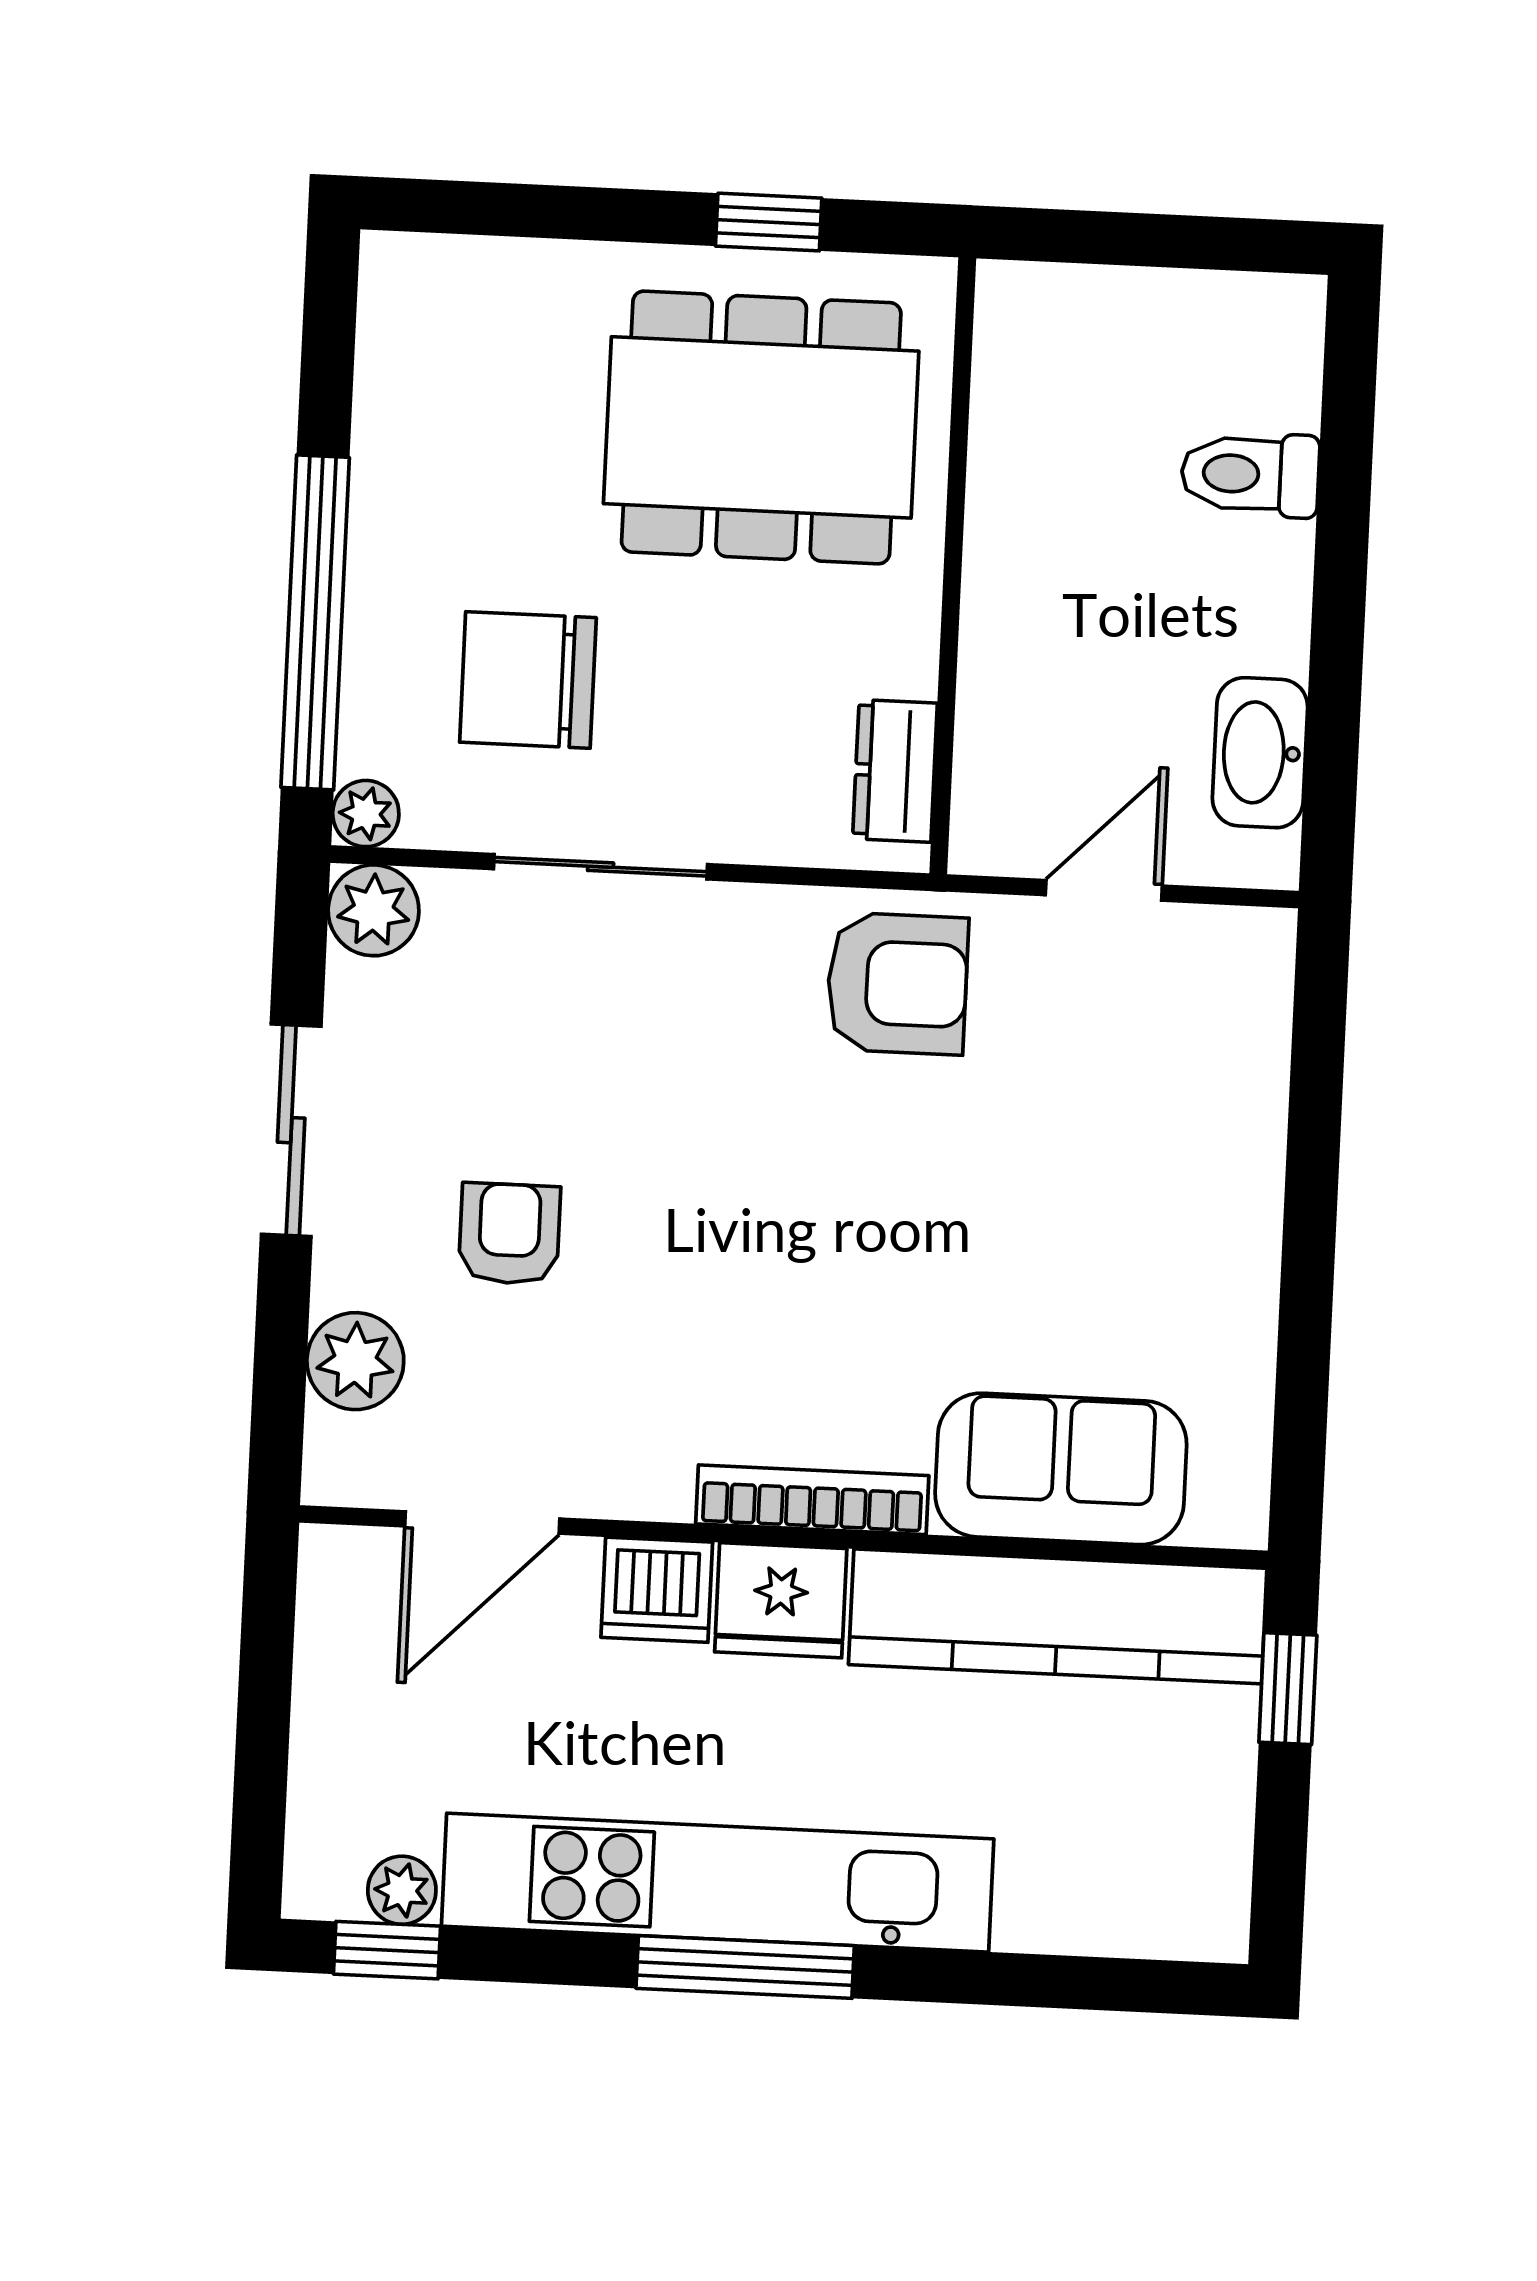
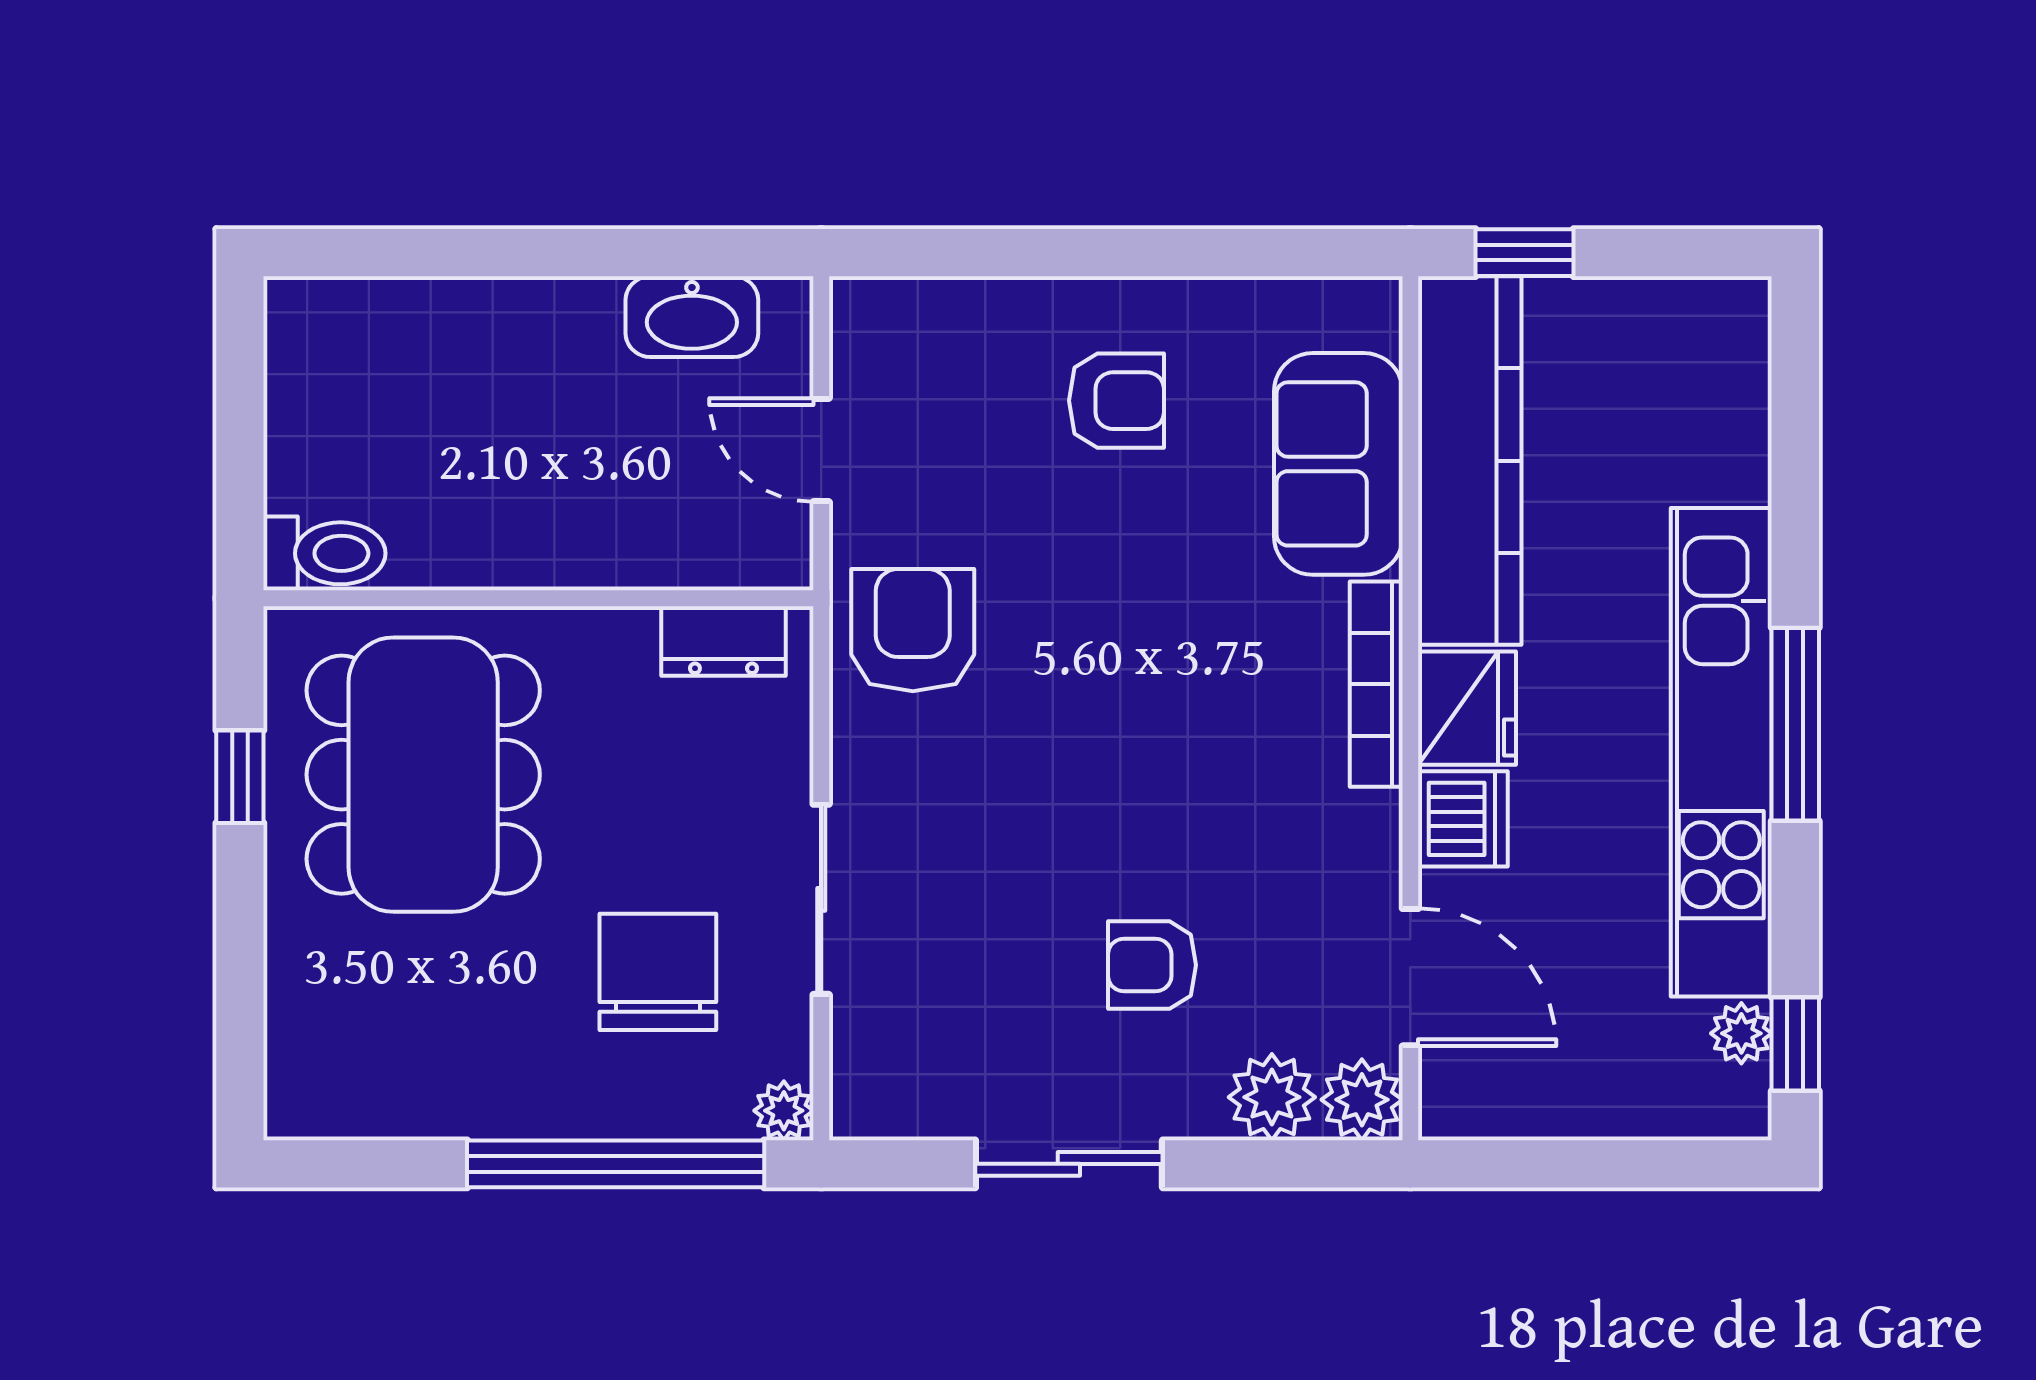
toilet: (1250, 474) -> (324, 553), moved, turned -90
chair: (528, 680) -> (658, 972), turned 180
plant: (374, 910) -> (1362, 1100), moved
armchair: (1144, 1224) -> (1116, 401), added

